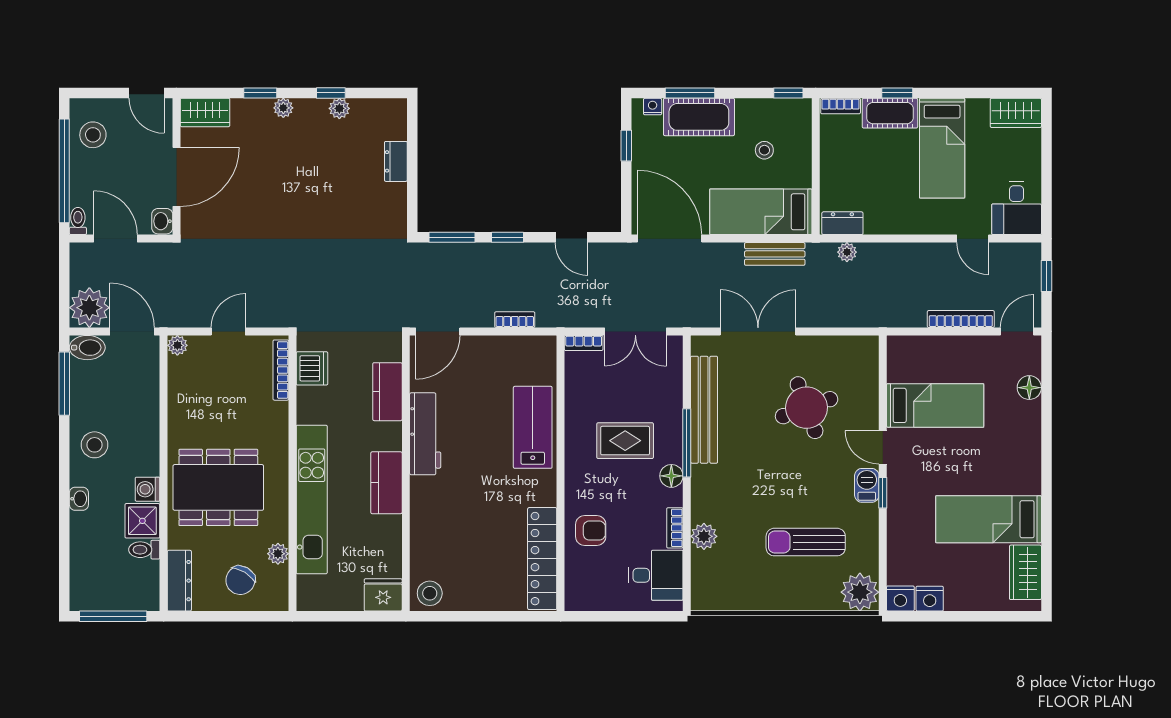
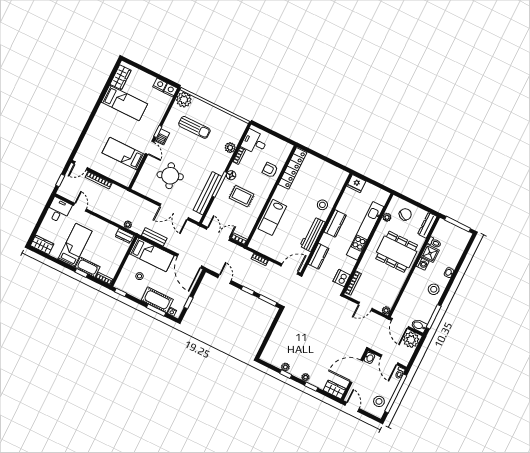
dresser: (396, 161) -> (274, 338), removed
floor lamp: (1029, 388) -> (86, 143), removed
stool: (430, 593) -> (322, 205), moved

